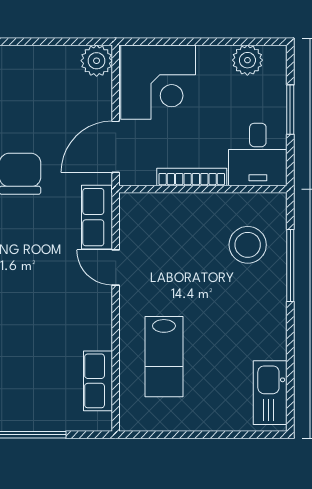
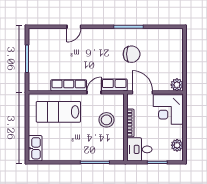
stool: (248, 245) -> (106, 120), moved
lab bench: (164, 357) -> (58, 112), width x1.36, depth x1.39
row of seats: (98, 381) -> (69, 85), moved, width x1.48
kitchen sink: (270, 393) -> (35, 148), moved, turned 90

